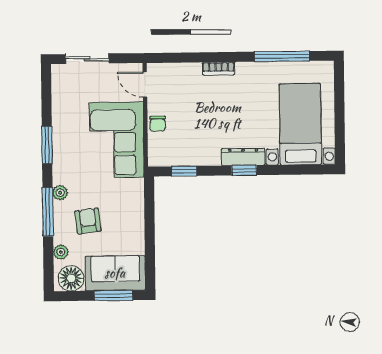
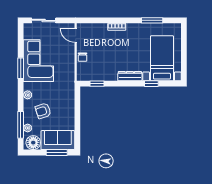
window: (282, 56) -> (152, 20), width x0.69
corner sofa: (117, 140) -> (38, 61), moved, turned 180
window: (244, 170) -> (151, 84), moved
window: (48, 212) -> (21, 125), moved
armchair: (88, 221) -> (43, 111), turned -101

